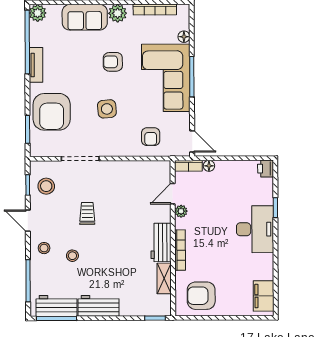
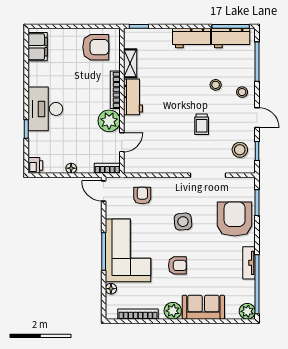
floor lamp: (209, 166) -> (71, 168), moved
plant: (181, 211) -> (109, 121), width x1.88, depth x1.88

